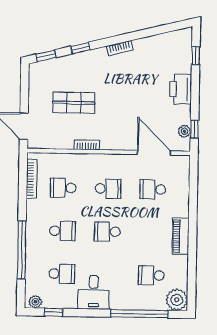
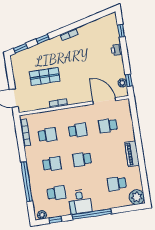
printer: (181, 89) -> (117, 50), width x0.53, depth x0.68
school desk: (63, 188) -> (47, 135), turned 180
window: (139, 314) -> (92, 214), moved

